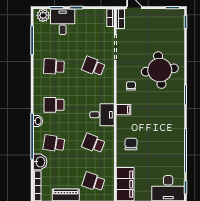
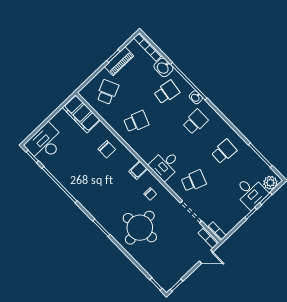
desk: (102, 115) -> (165, 165), moved
school desk: (93, 182) -> (107, 92), turned -42

